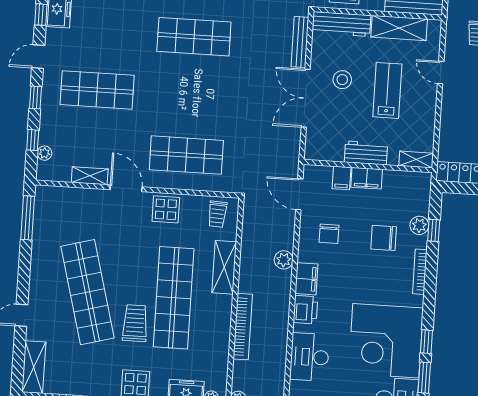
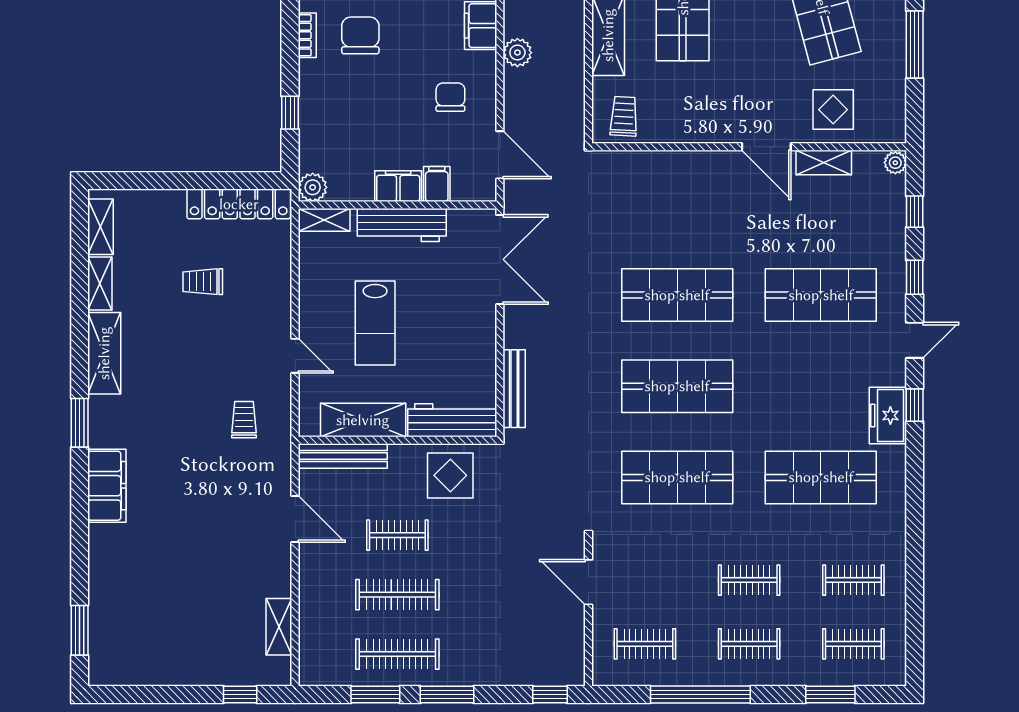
stool: (342, 80) -> (445, 335), removed
double door: (306, 98) -> (500, 259), moved
plant: (44, 153) -> (895, 163), moved
workbench: (366, 153) -> (402, 225), width x1.38
shop shelf: (186, 155) -> (677, 295), moved
display table: (166, 209) -> (833, 110), moved
window: (28, 218) -> (915, 44), moved
plant: (419, 225) -> (313, 187), moved
chair: (384, 238) -> (360, 35), moved, turned -90
bookcase: (420, 272) -> (307, 35), width x0.64

